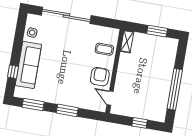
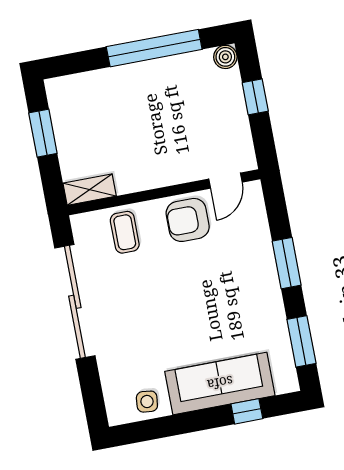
sliding door: (66, 15) -> (75, 302), moved
boiler: (160, 117) -> (225, 57), added

